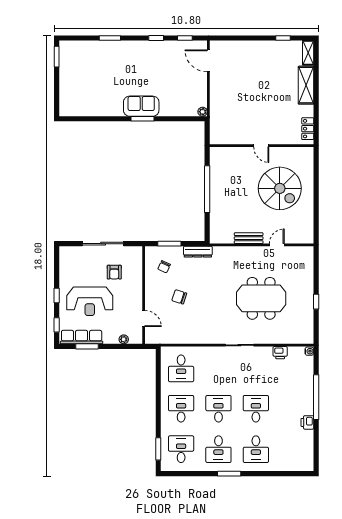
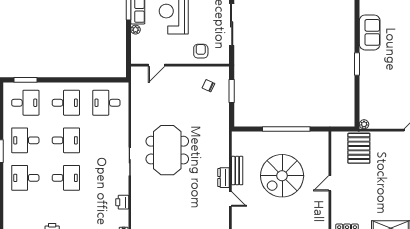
sofa: (141, 106) -> (370, 32), moved
pallet: (226, 117) -> (359, 148), added
spiral stairs: (280, 188) -> (282, 176), moved
dresser: (198, 252) -> (224, 178), moved, width x0.70
armchair: (114, 272) -> (201, 51), moved, turned 90
chair: (179, 297) -> (178, 101), removed
meeting table: (261, 298) -> (167, 150), moved
plant: (124, 339) -> (136, 30), moved

